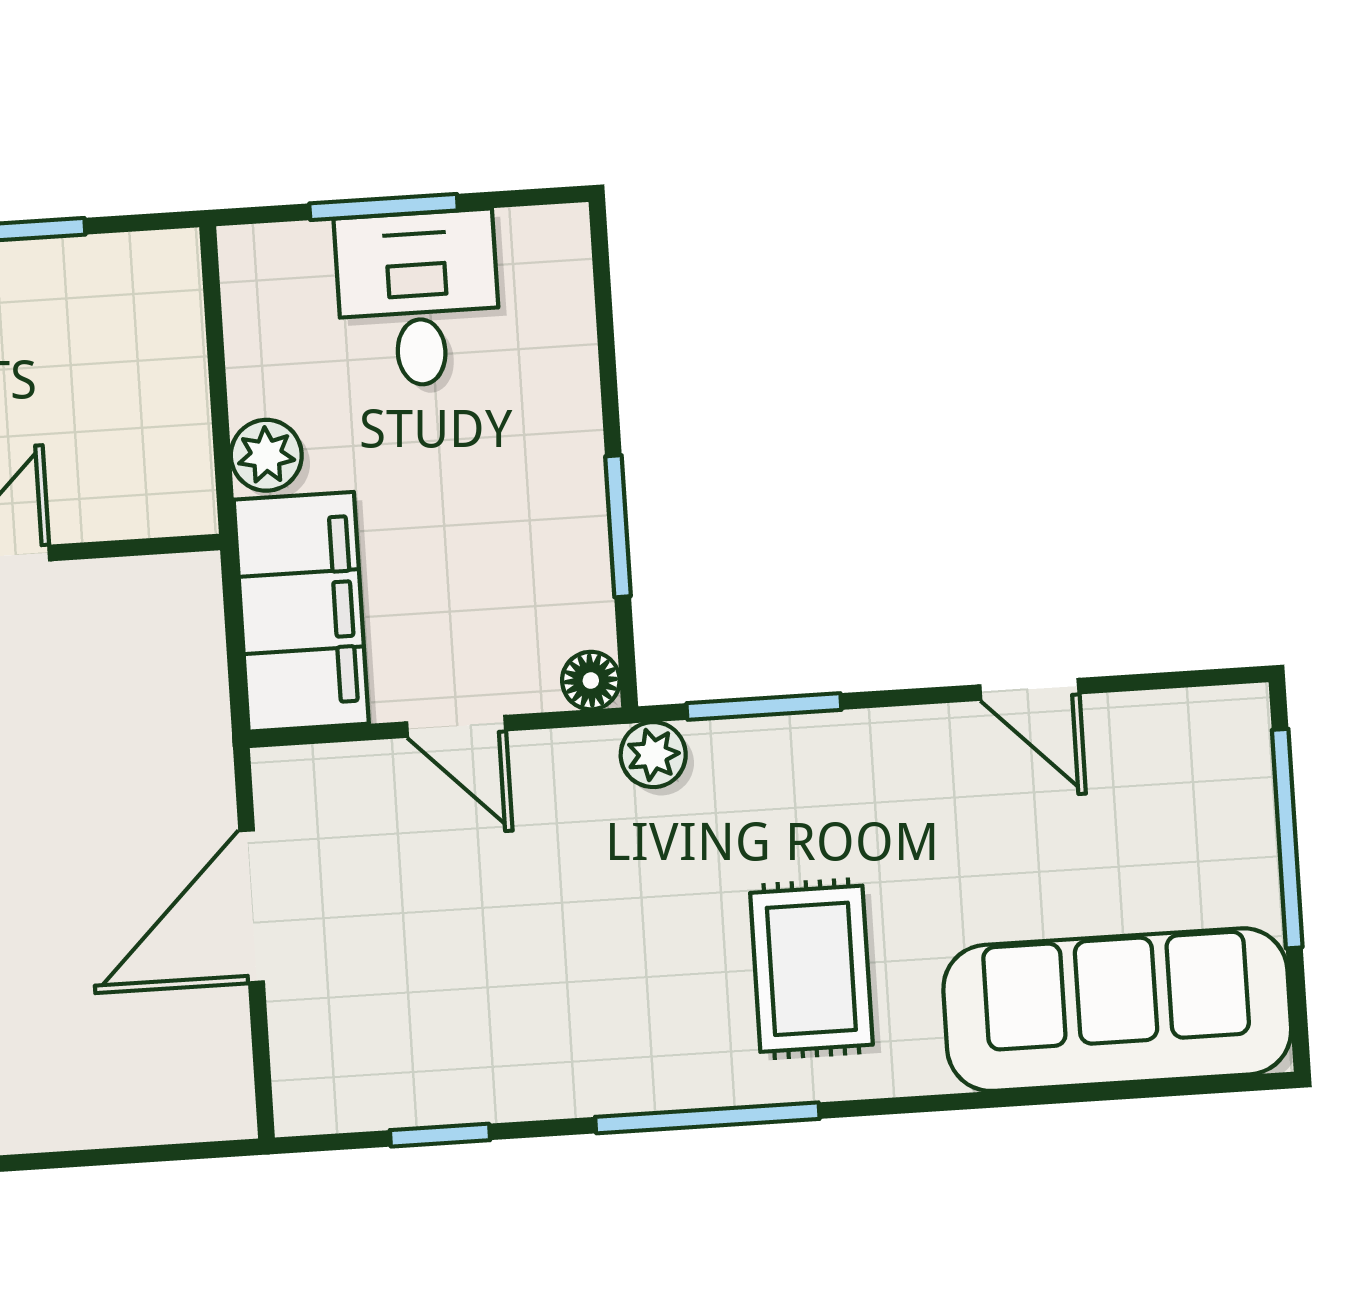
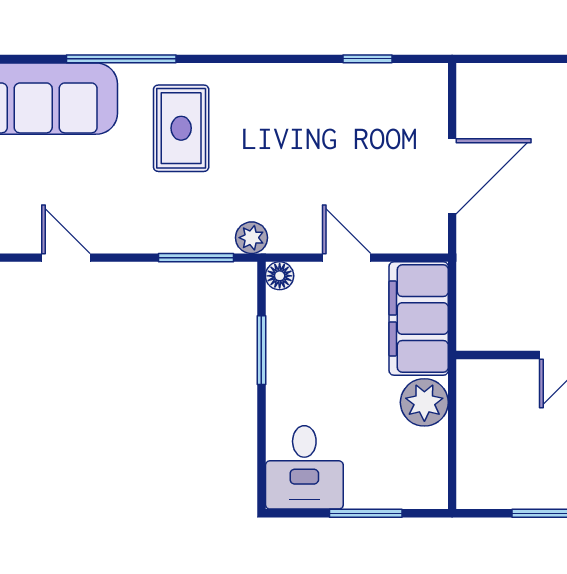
desk: (418, 299) -> (304, 467), moved
plant: (266, 455) -> (424, 402), width x1.38, depth x1.38
window: (707, 1118) -> (121, 59), moved

